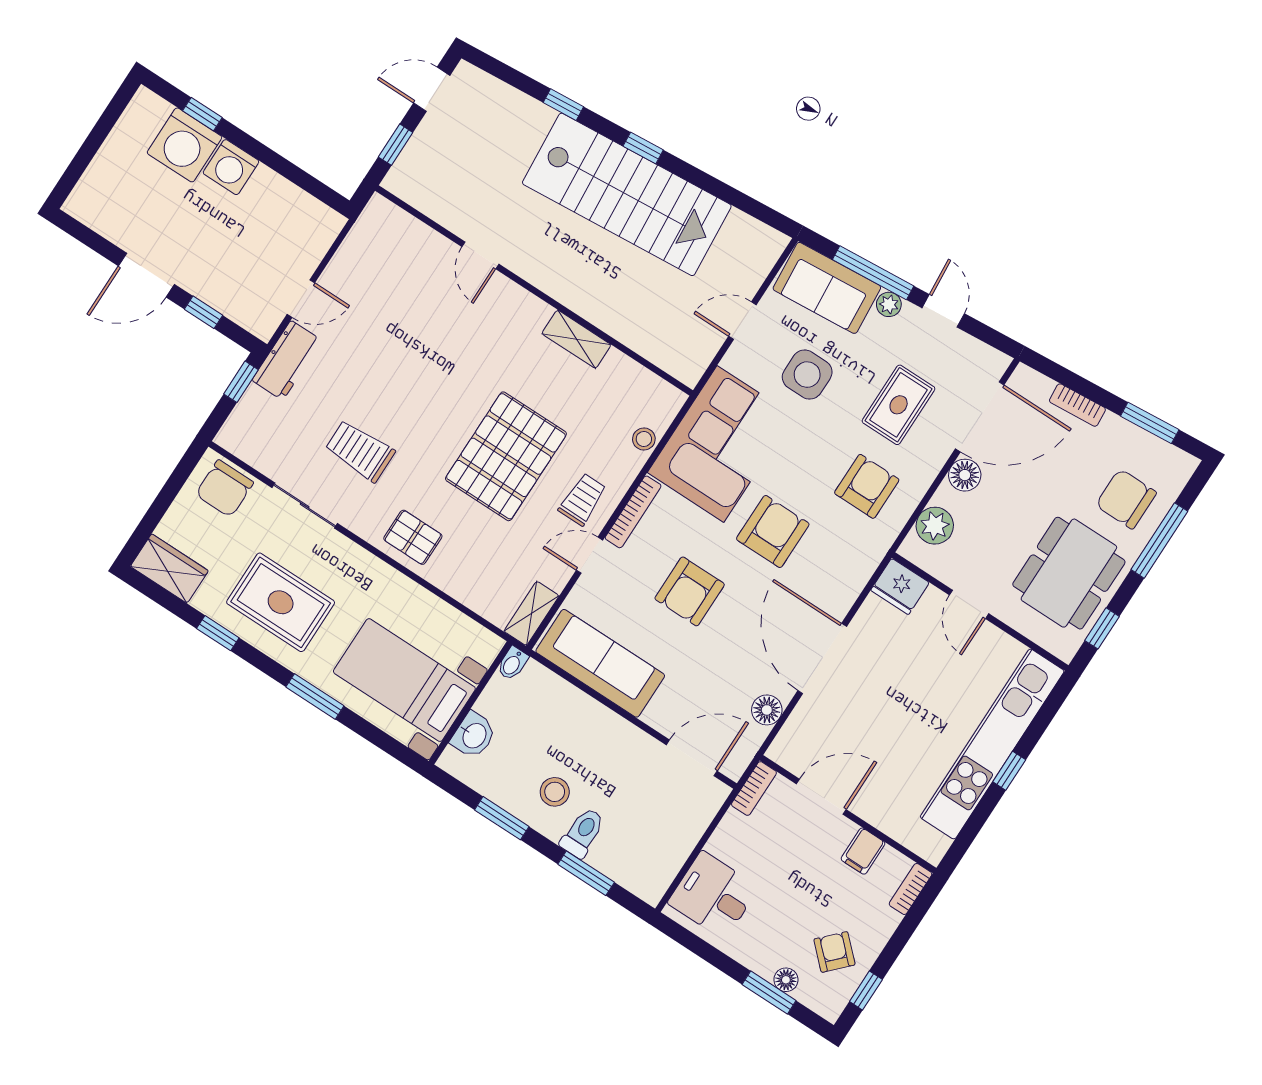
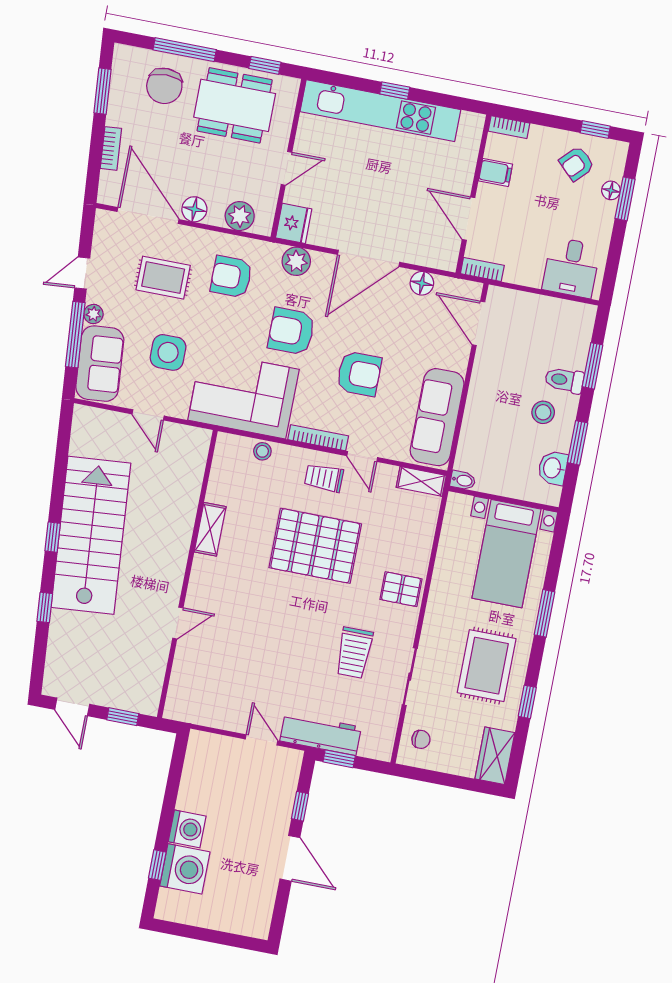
workbench: (287, 360) -> (321, 734), width x1.37
chair: (225, 488) -> (421, 739), width x0.54, depth x0.54
pallet: (413, 537) -> (401, 589), turned 90
plant: (854, 571) -> (296, 261), added
washbasin: (474, 735) -> (553, 468), moved, turned -90

